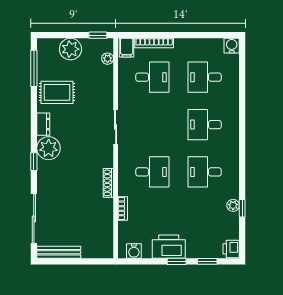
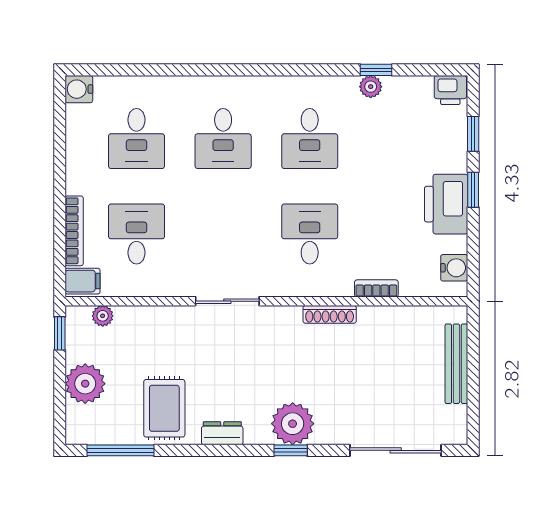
plant: (49, 148) -> (293, 424), moved
bench: (59, 252) -> (456, 364), moved

